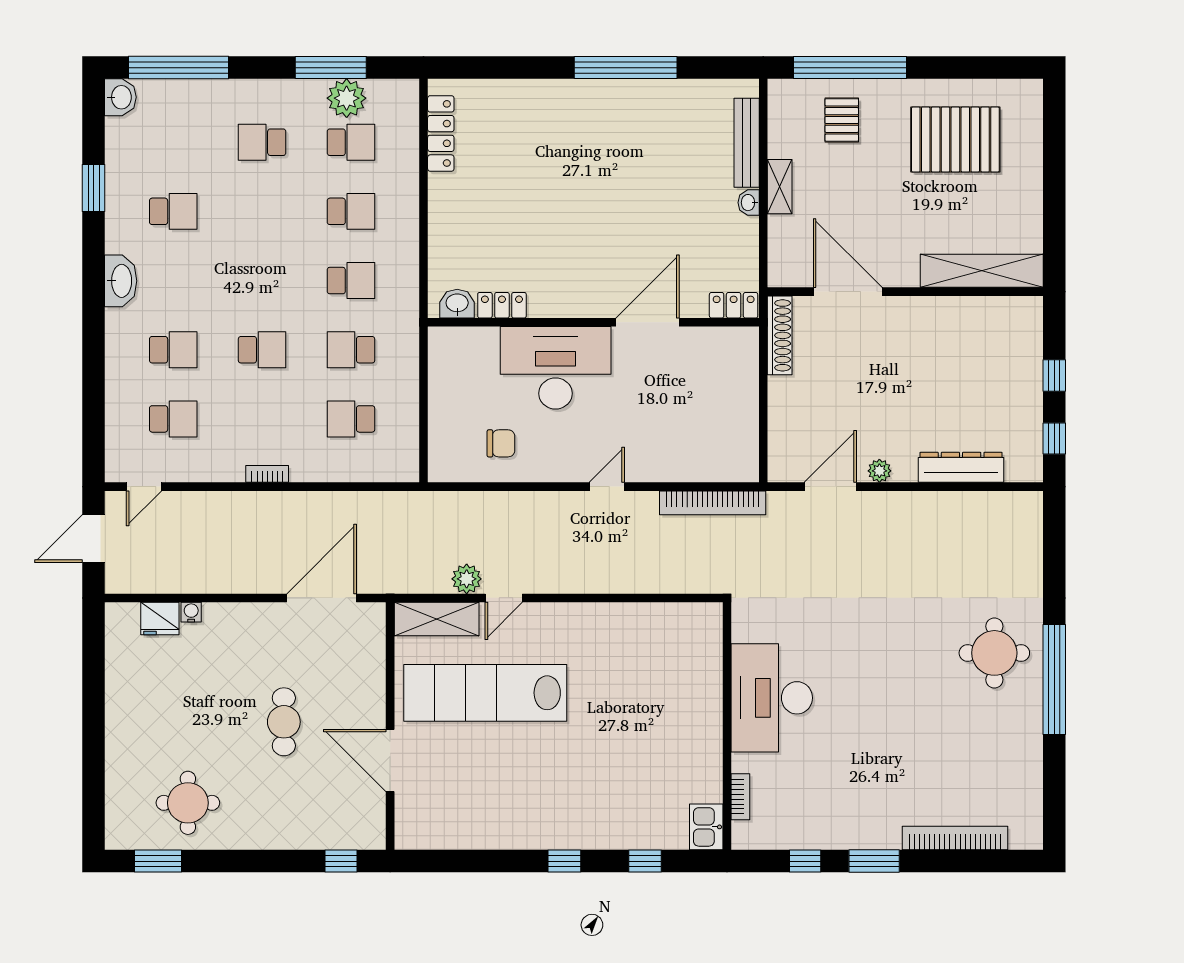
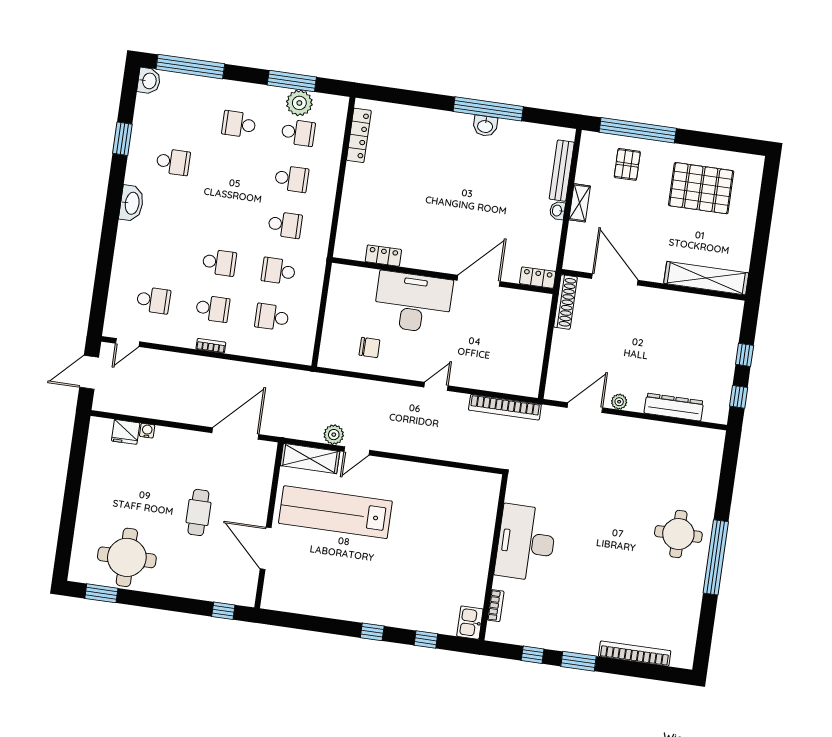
washbasin: (457, 304) -> (485, 126), moved, turned 180
school desk: (173, 350) -> (213, 309), moved
round table: (188, 803) -> (127, 557), width x1.36, depth x1.36

